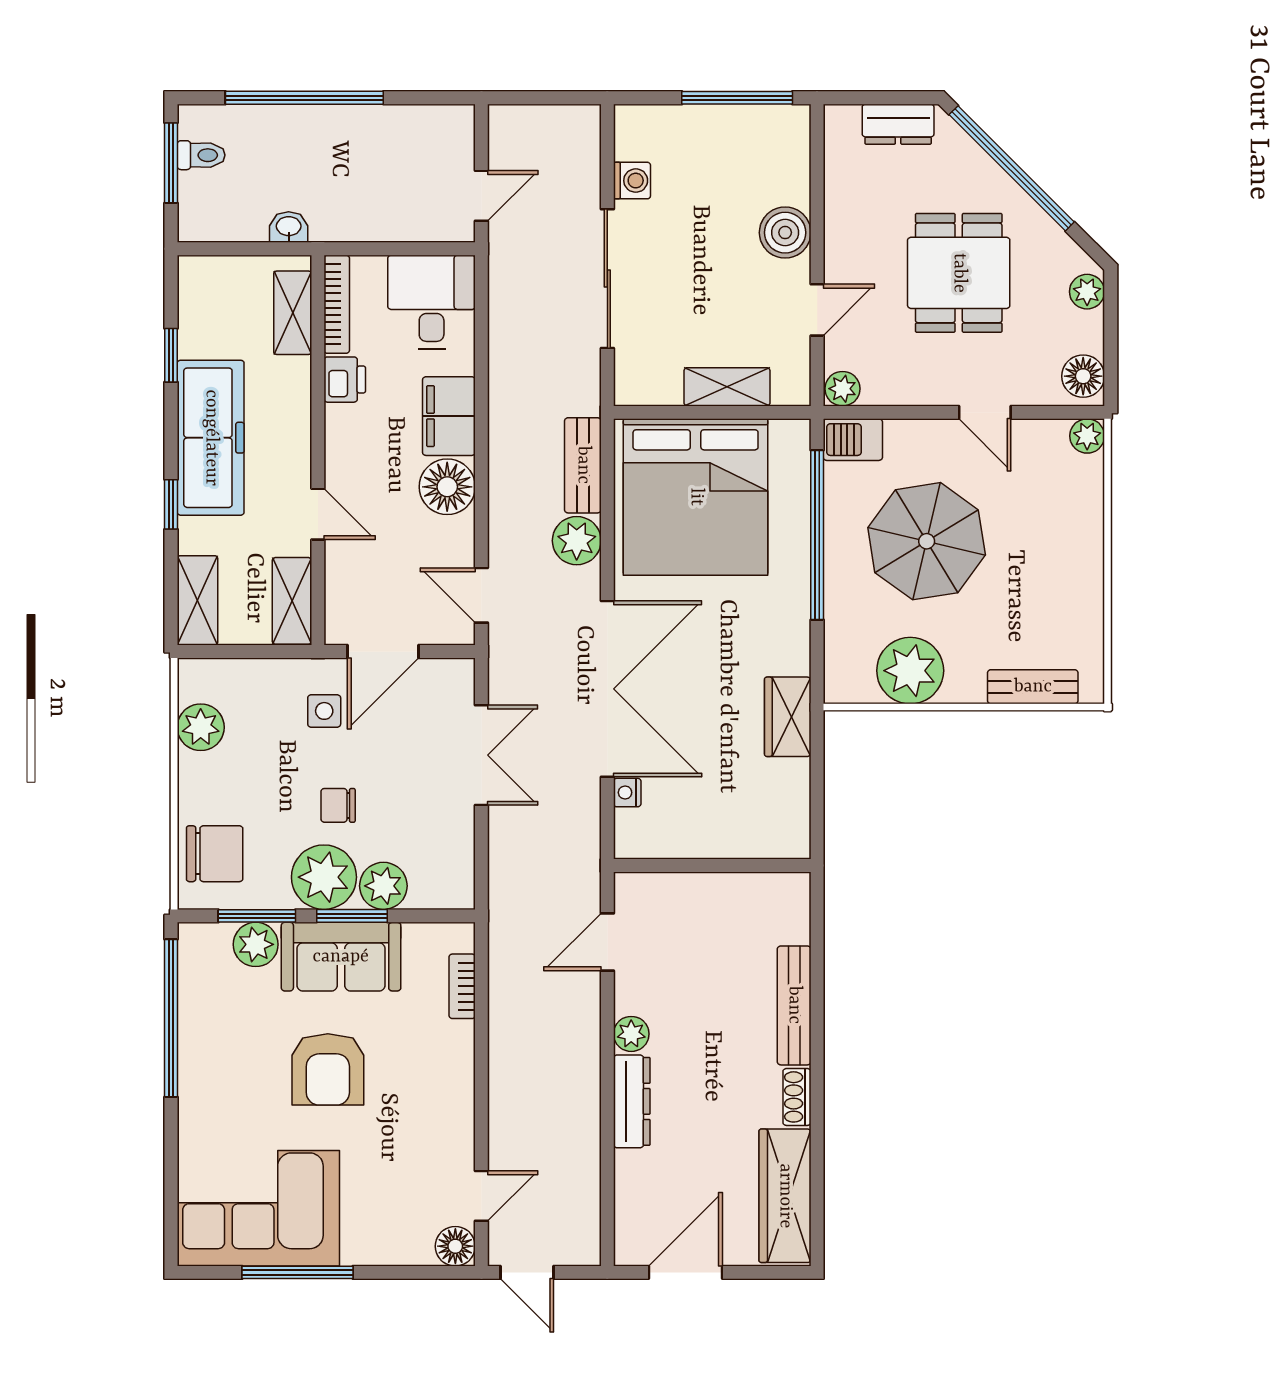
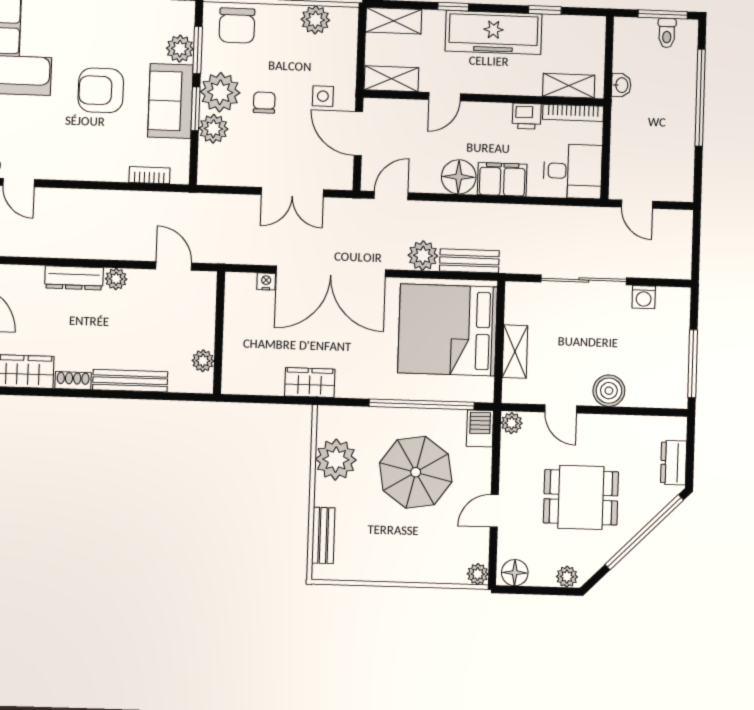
plant: (758, 890) -> (203, 361), added

